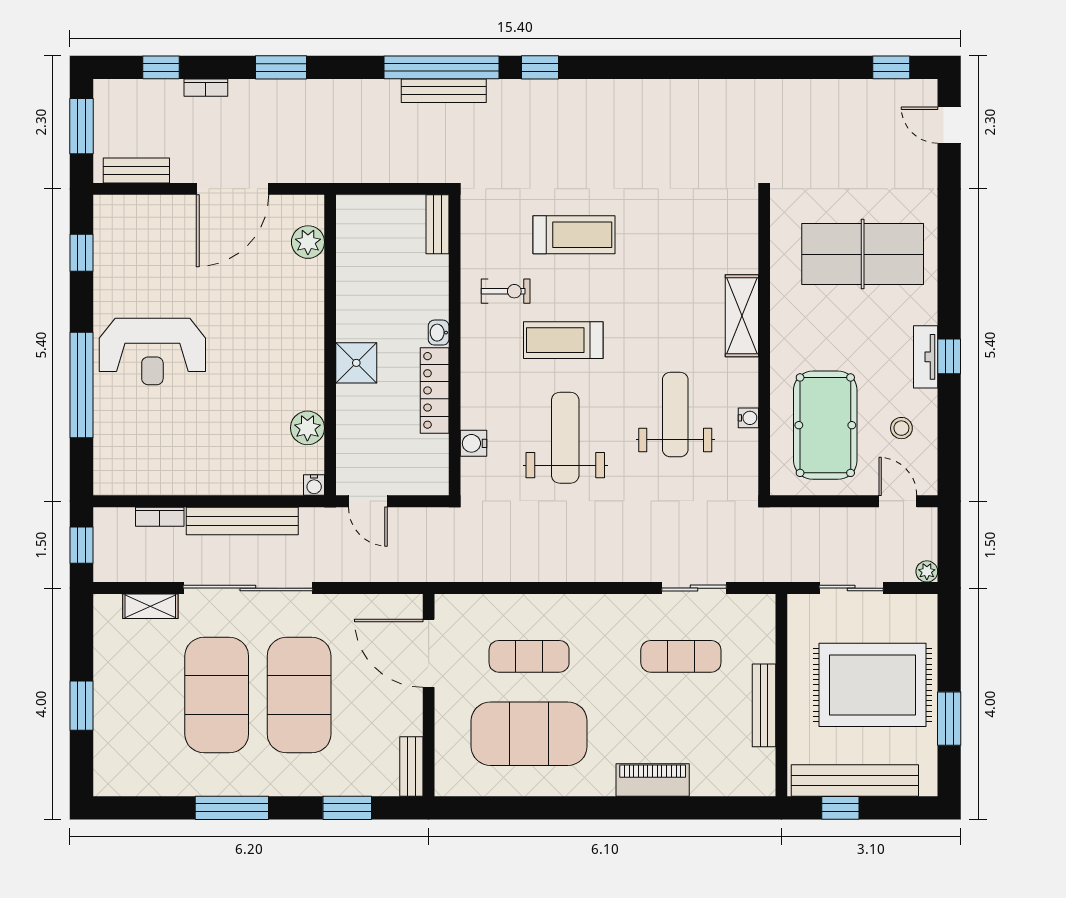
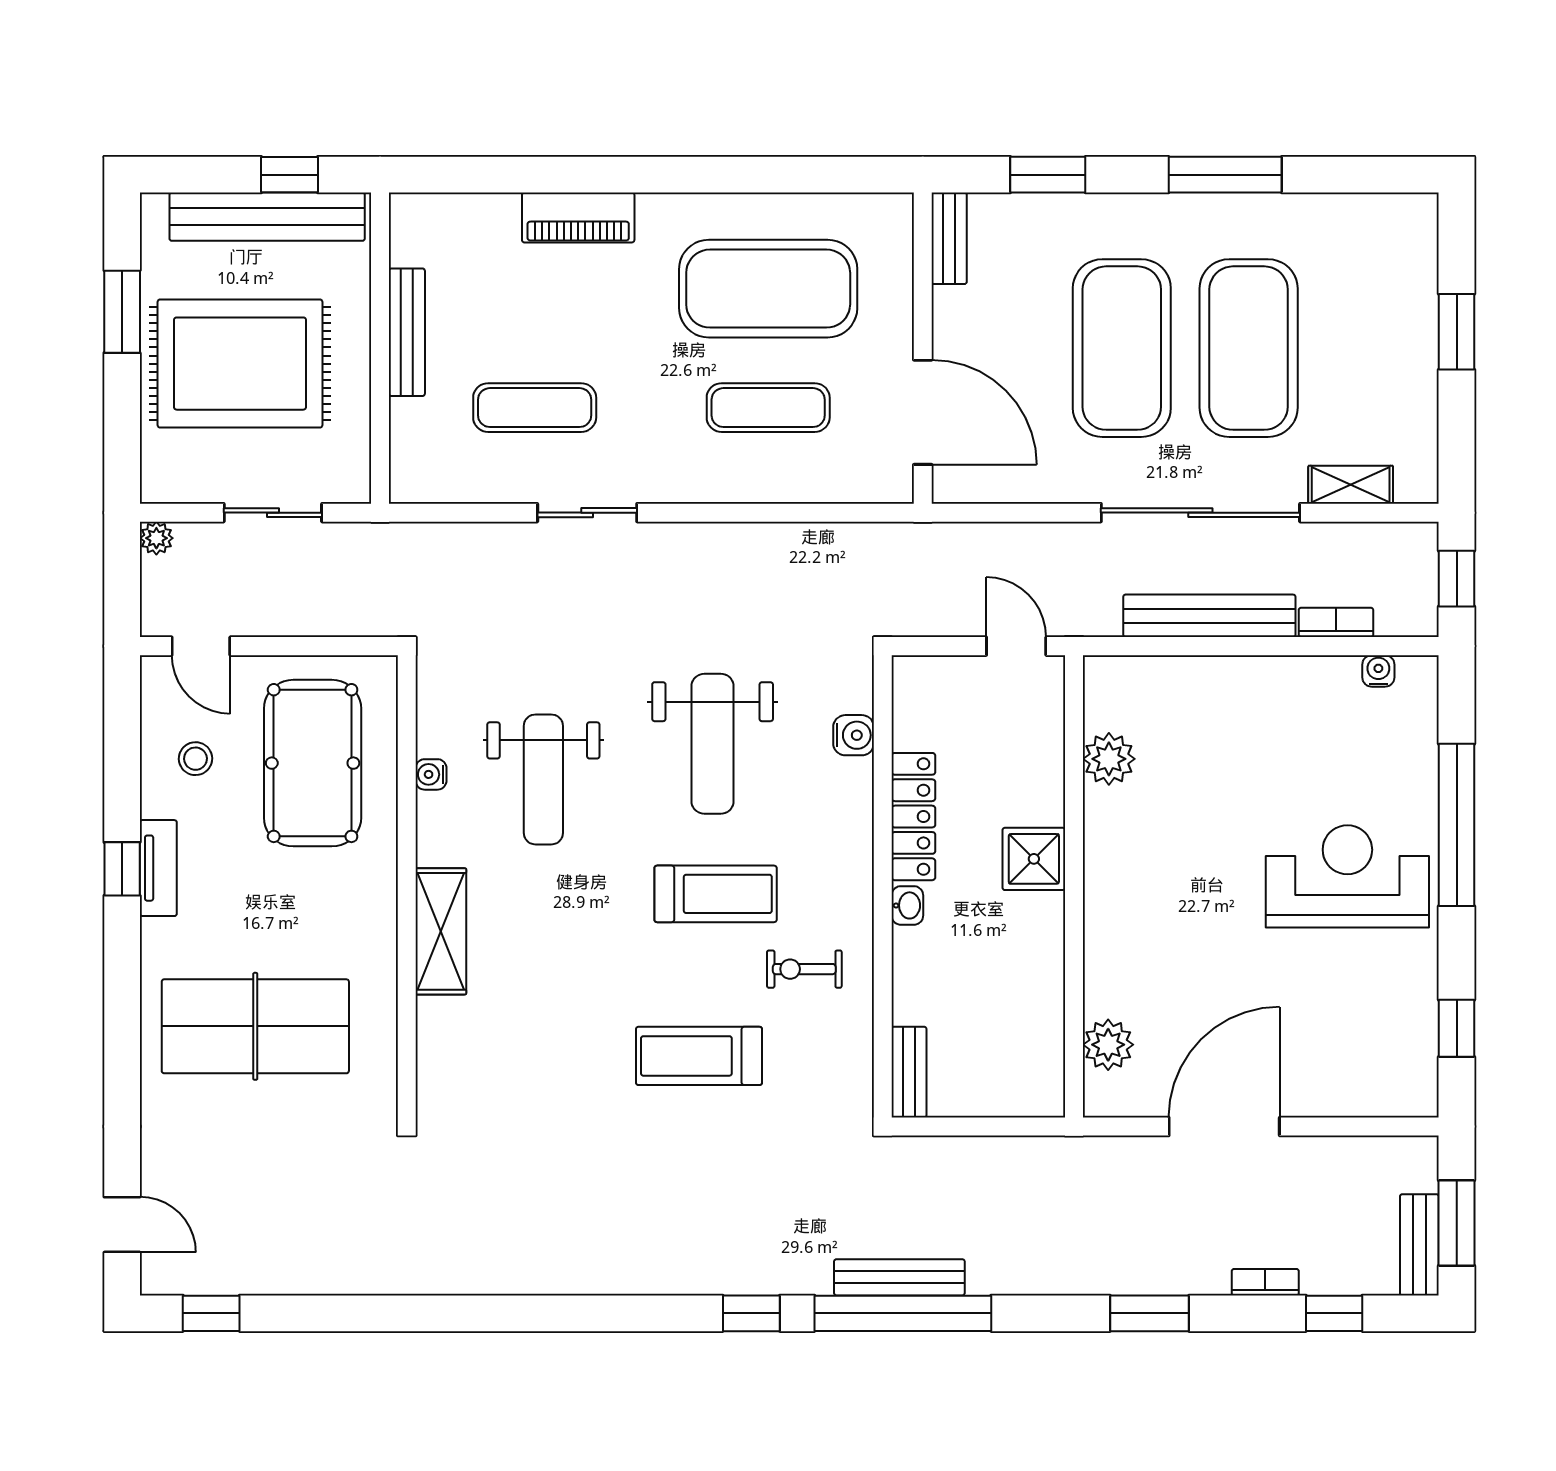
bench: (136, 170) -> (1419, 1245), moved, turned 90
water cooler: (314, 485) -> (1378, 671), moved
sliding door: (694, 588) -> (587, 513), moved

